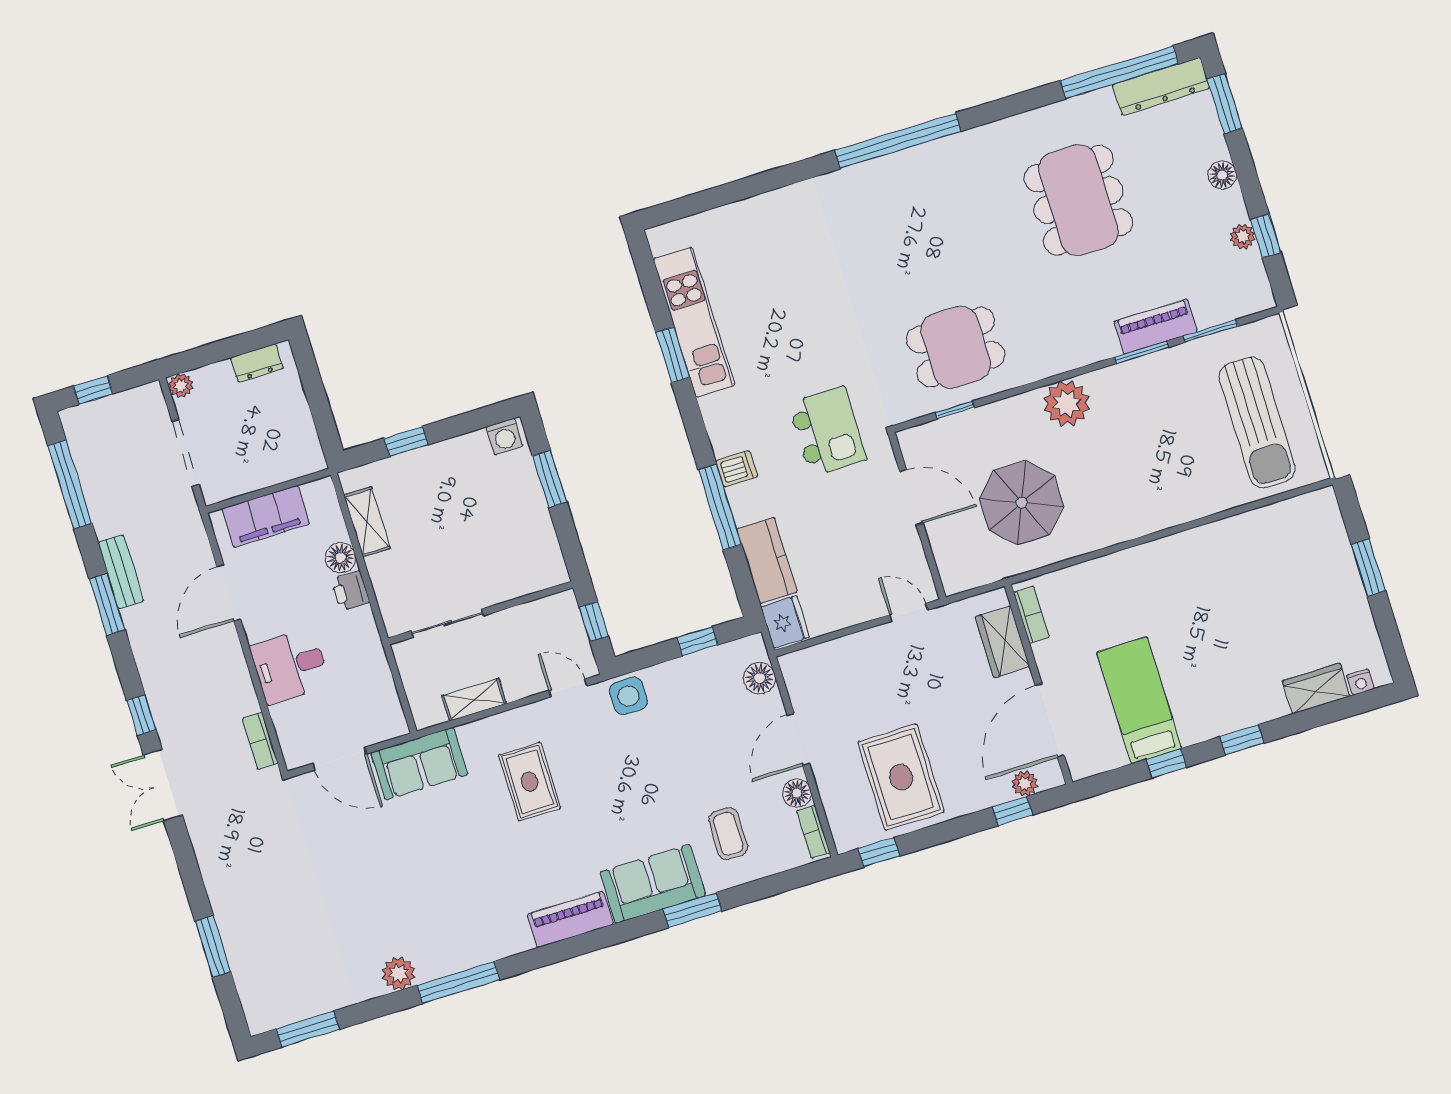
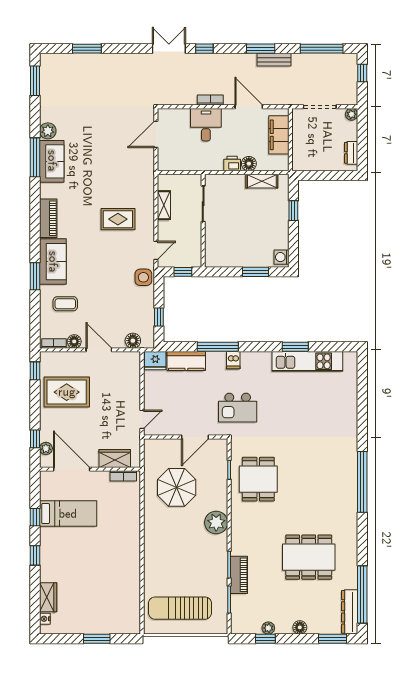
bookcase: (260, 741) -> (210, 100), moved
sofa: (419, 764) -> (52, 161), moved, turned 180

